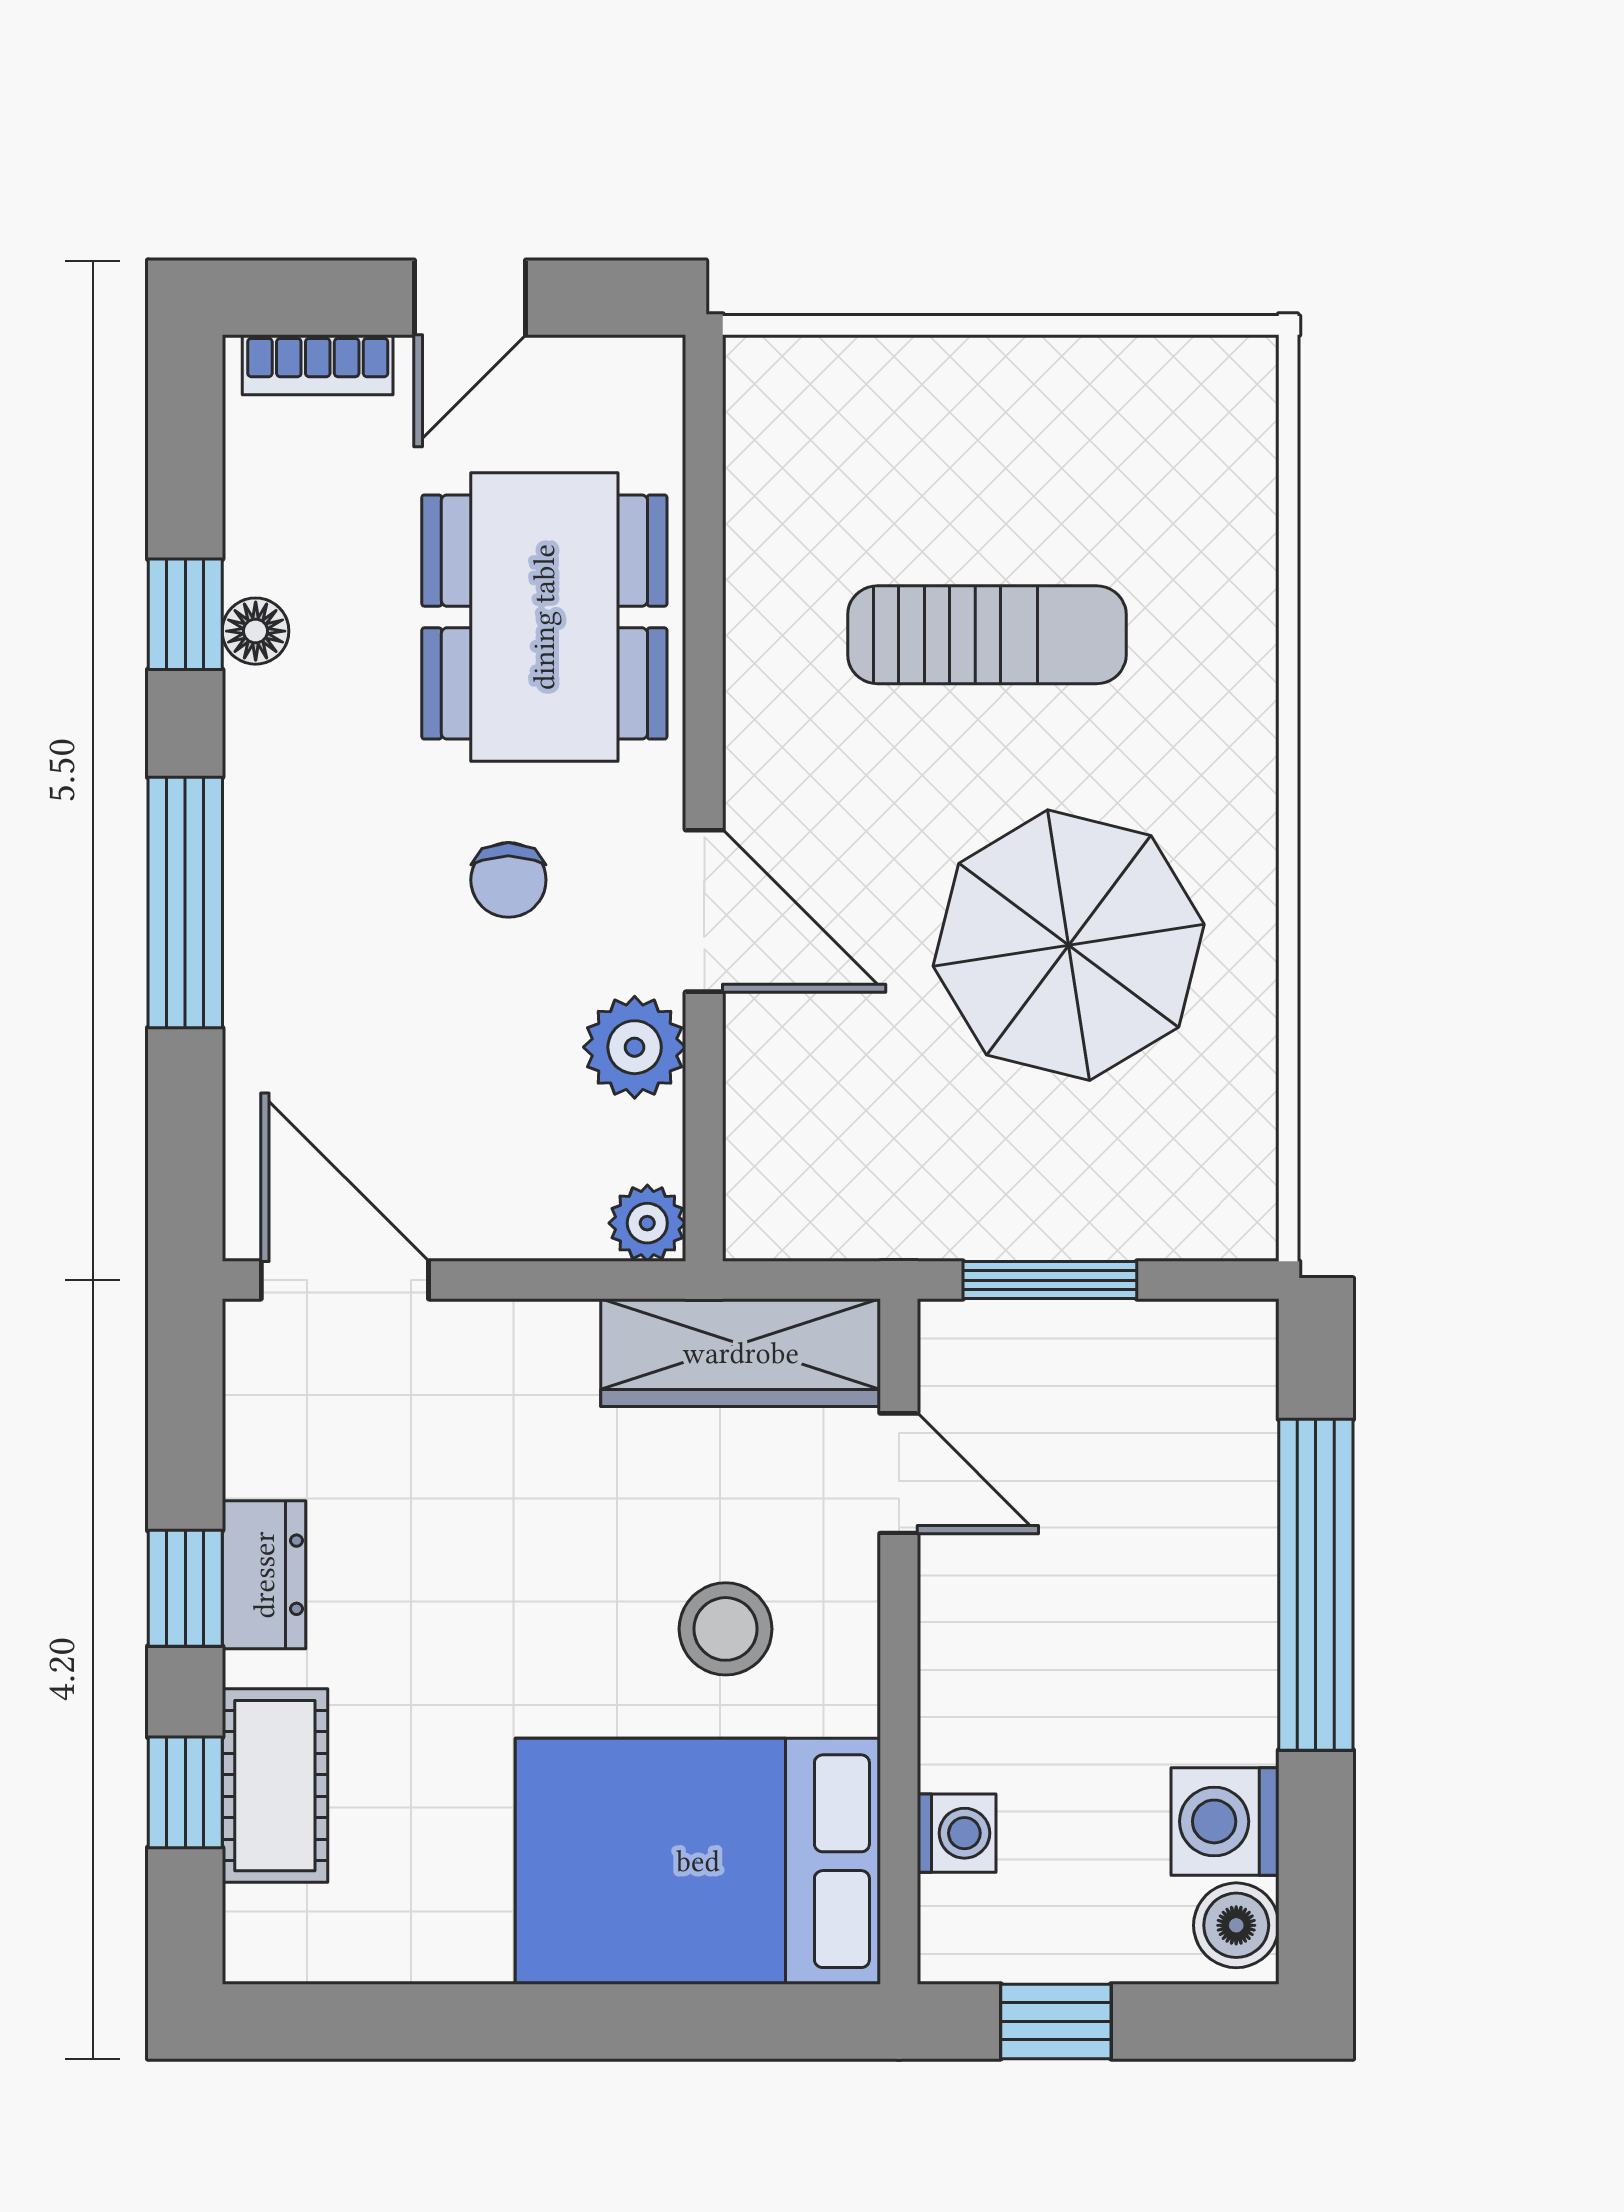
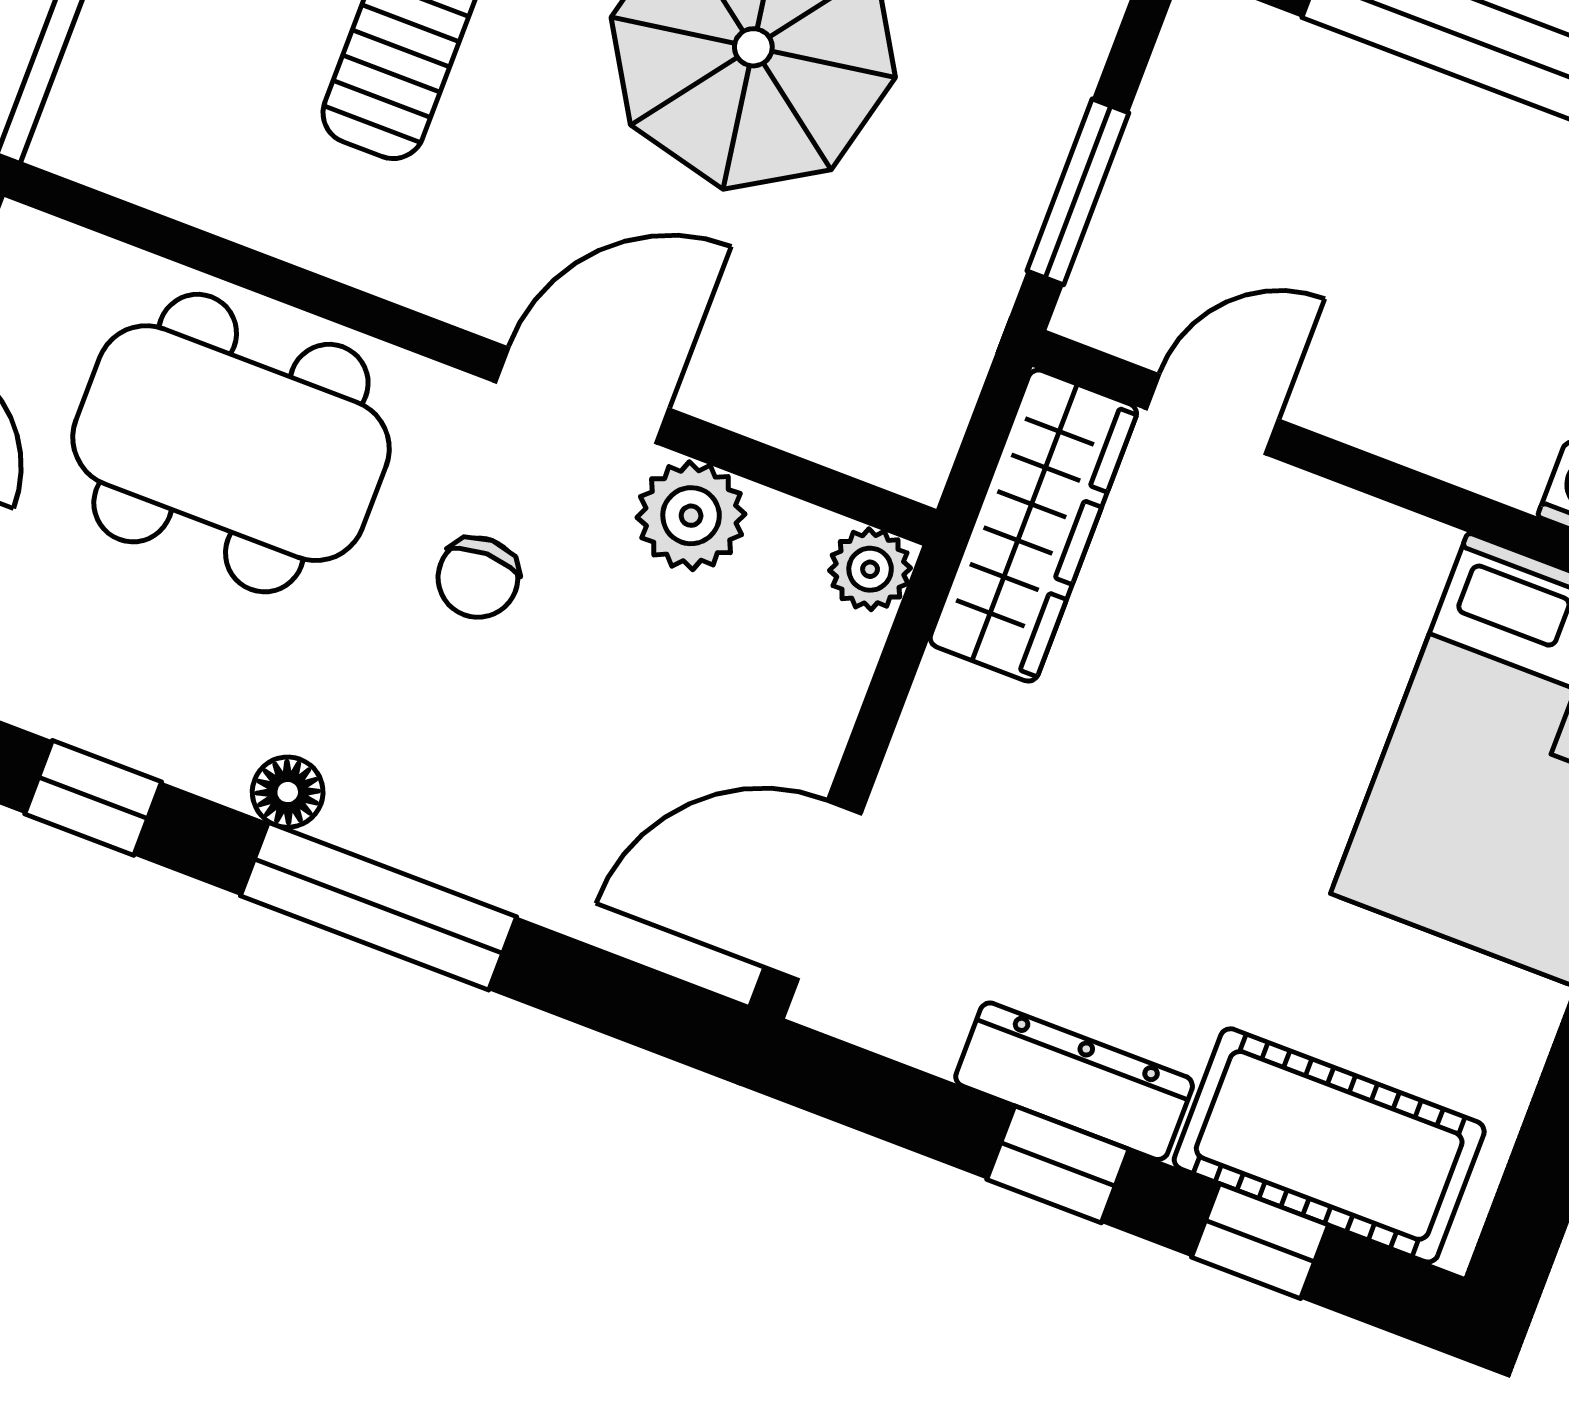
floor lamp: (256, 631) -> (288, 792), moved
chair: (508, 880) -> (478, 578), turned 90
dresser: (264, 1575) -> (1074, 1081), width x1.44
stool: (726, 1629) -> (1301, 644), removed
cot: (275, 1786) -> (1329, 1145), width x1.37, depth x1.34

